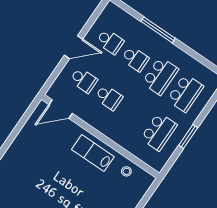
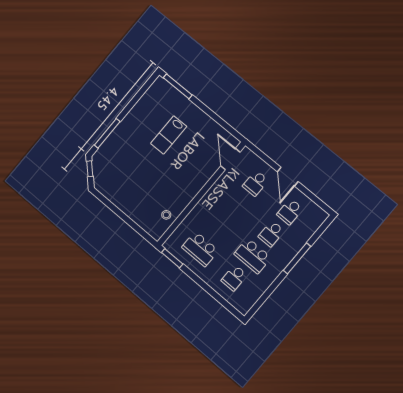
school desk: (185, 93) -> (234, 278), width x0.54
school desk: (109, 97) -> (237, 205), removed
window: (188, 137) -> (172, 258), moved
lab bench: (93, 153) -> (169, 135), moved, turned 180

